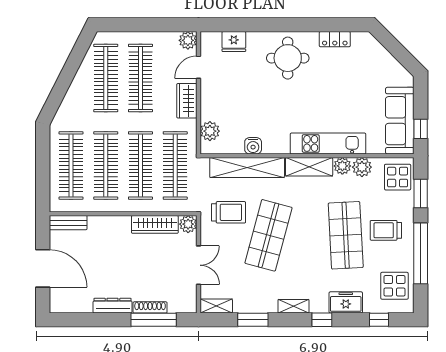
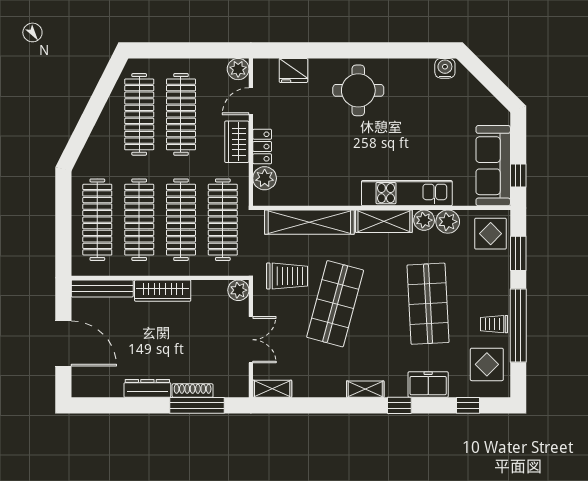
locker: (335, 39) -> (262, 147), moved, turned -90
water cooler: (253, 146) -> (445, 68), moved, turned 180
bench: (68, 223) -> (102, 288), width x1.36
wardrobe: (155, 224) -> (163, 291), moved
trolley: (386, 230) -> (494, 324), moved, width x0.73, depth x0.72
window: (253, 320) -> (316, 405), removed

